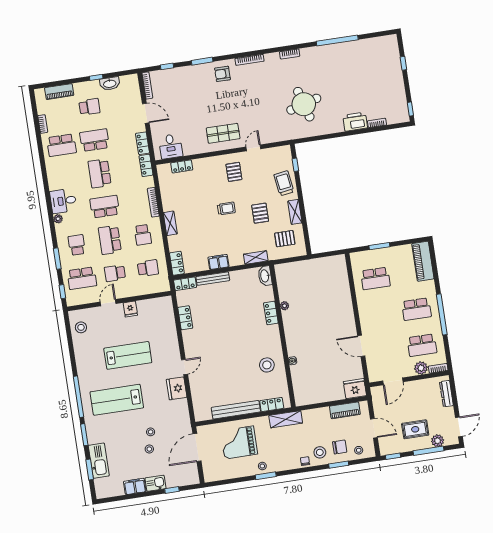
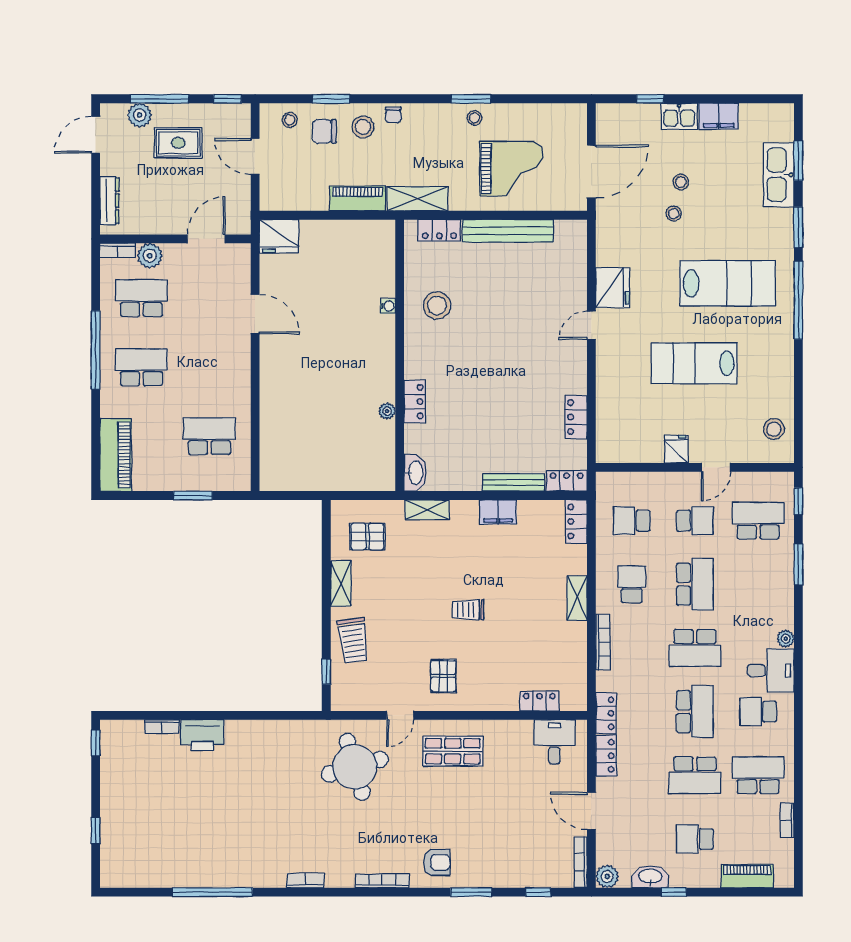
plant: (132, 80) -> (607, 876), added
round table: (304, 104) -> (355, 767), moved
pallet: (260, 213) -> (406, 591), removed
school desk: (77, 245) -> (758, 712), moved, turned 90
piano: (345, 410) -> (358, 198), moved

